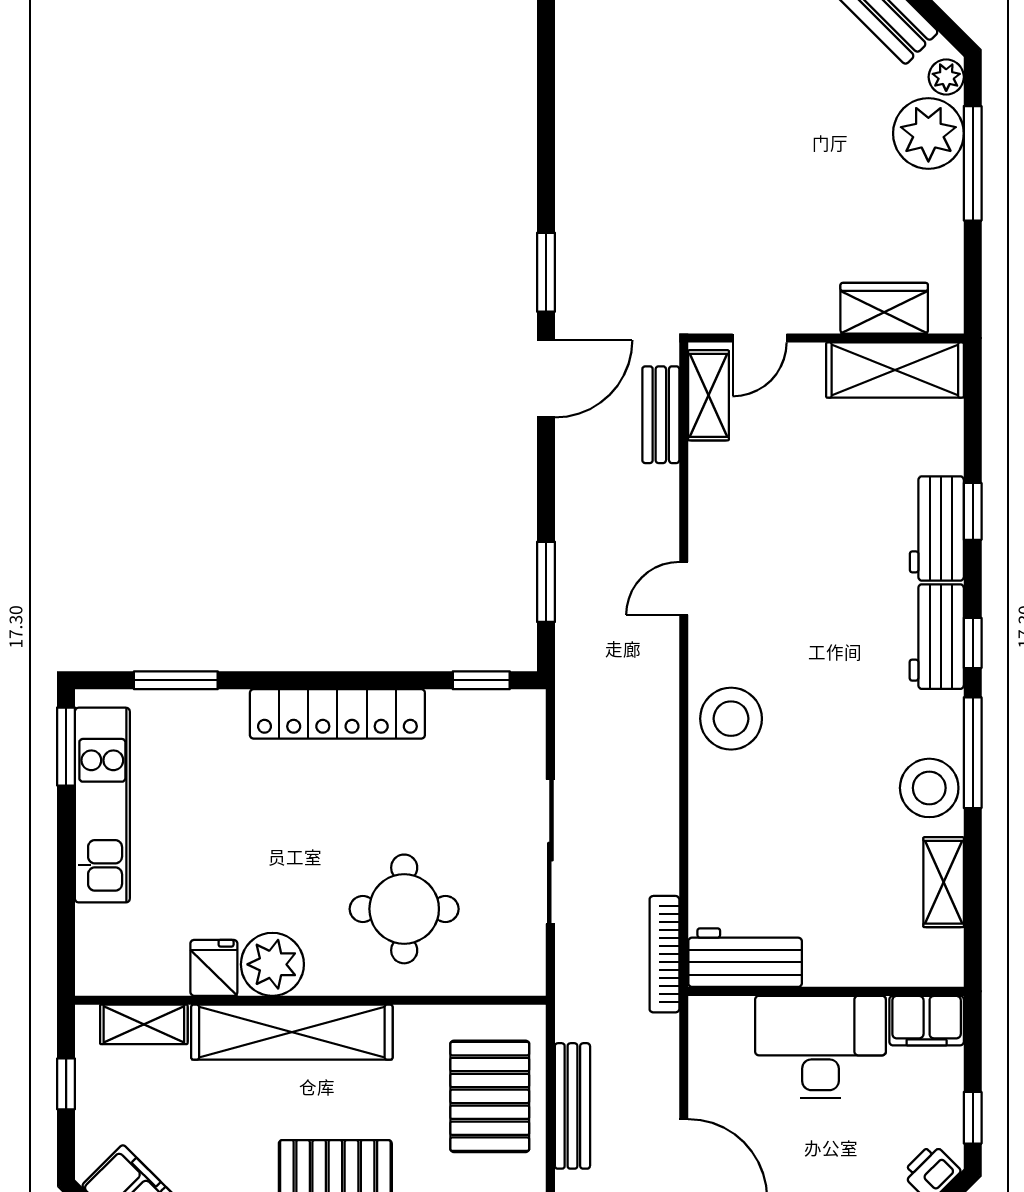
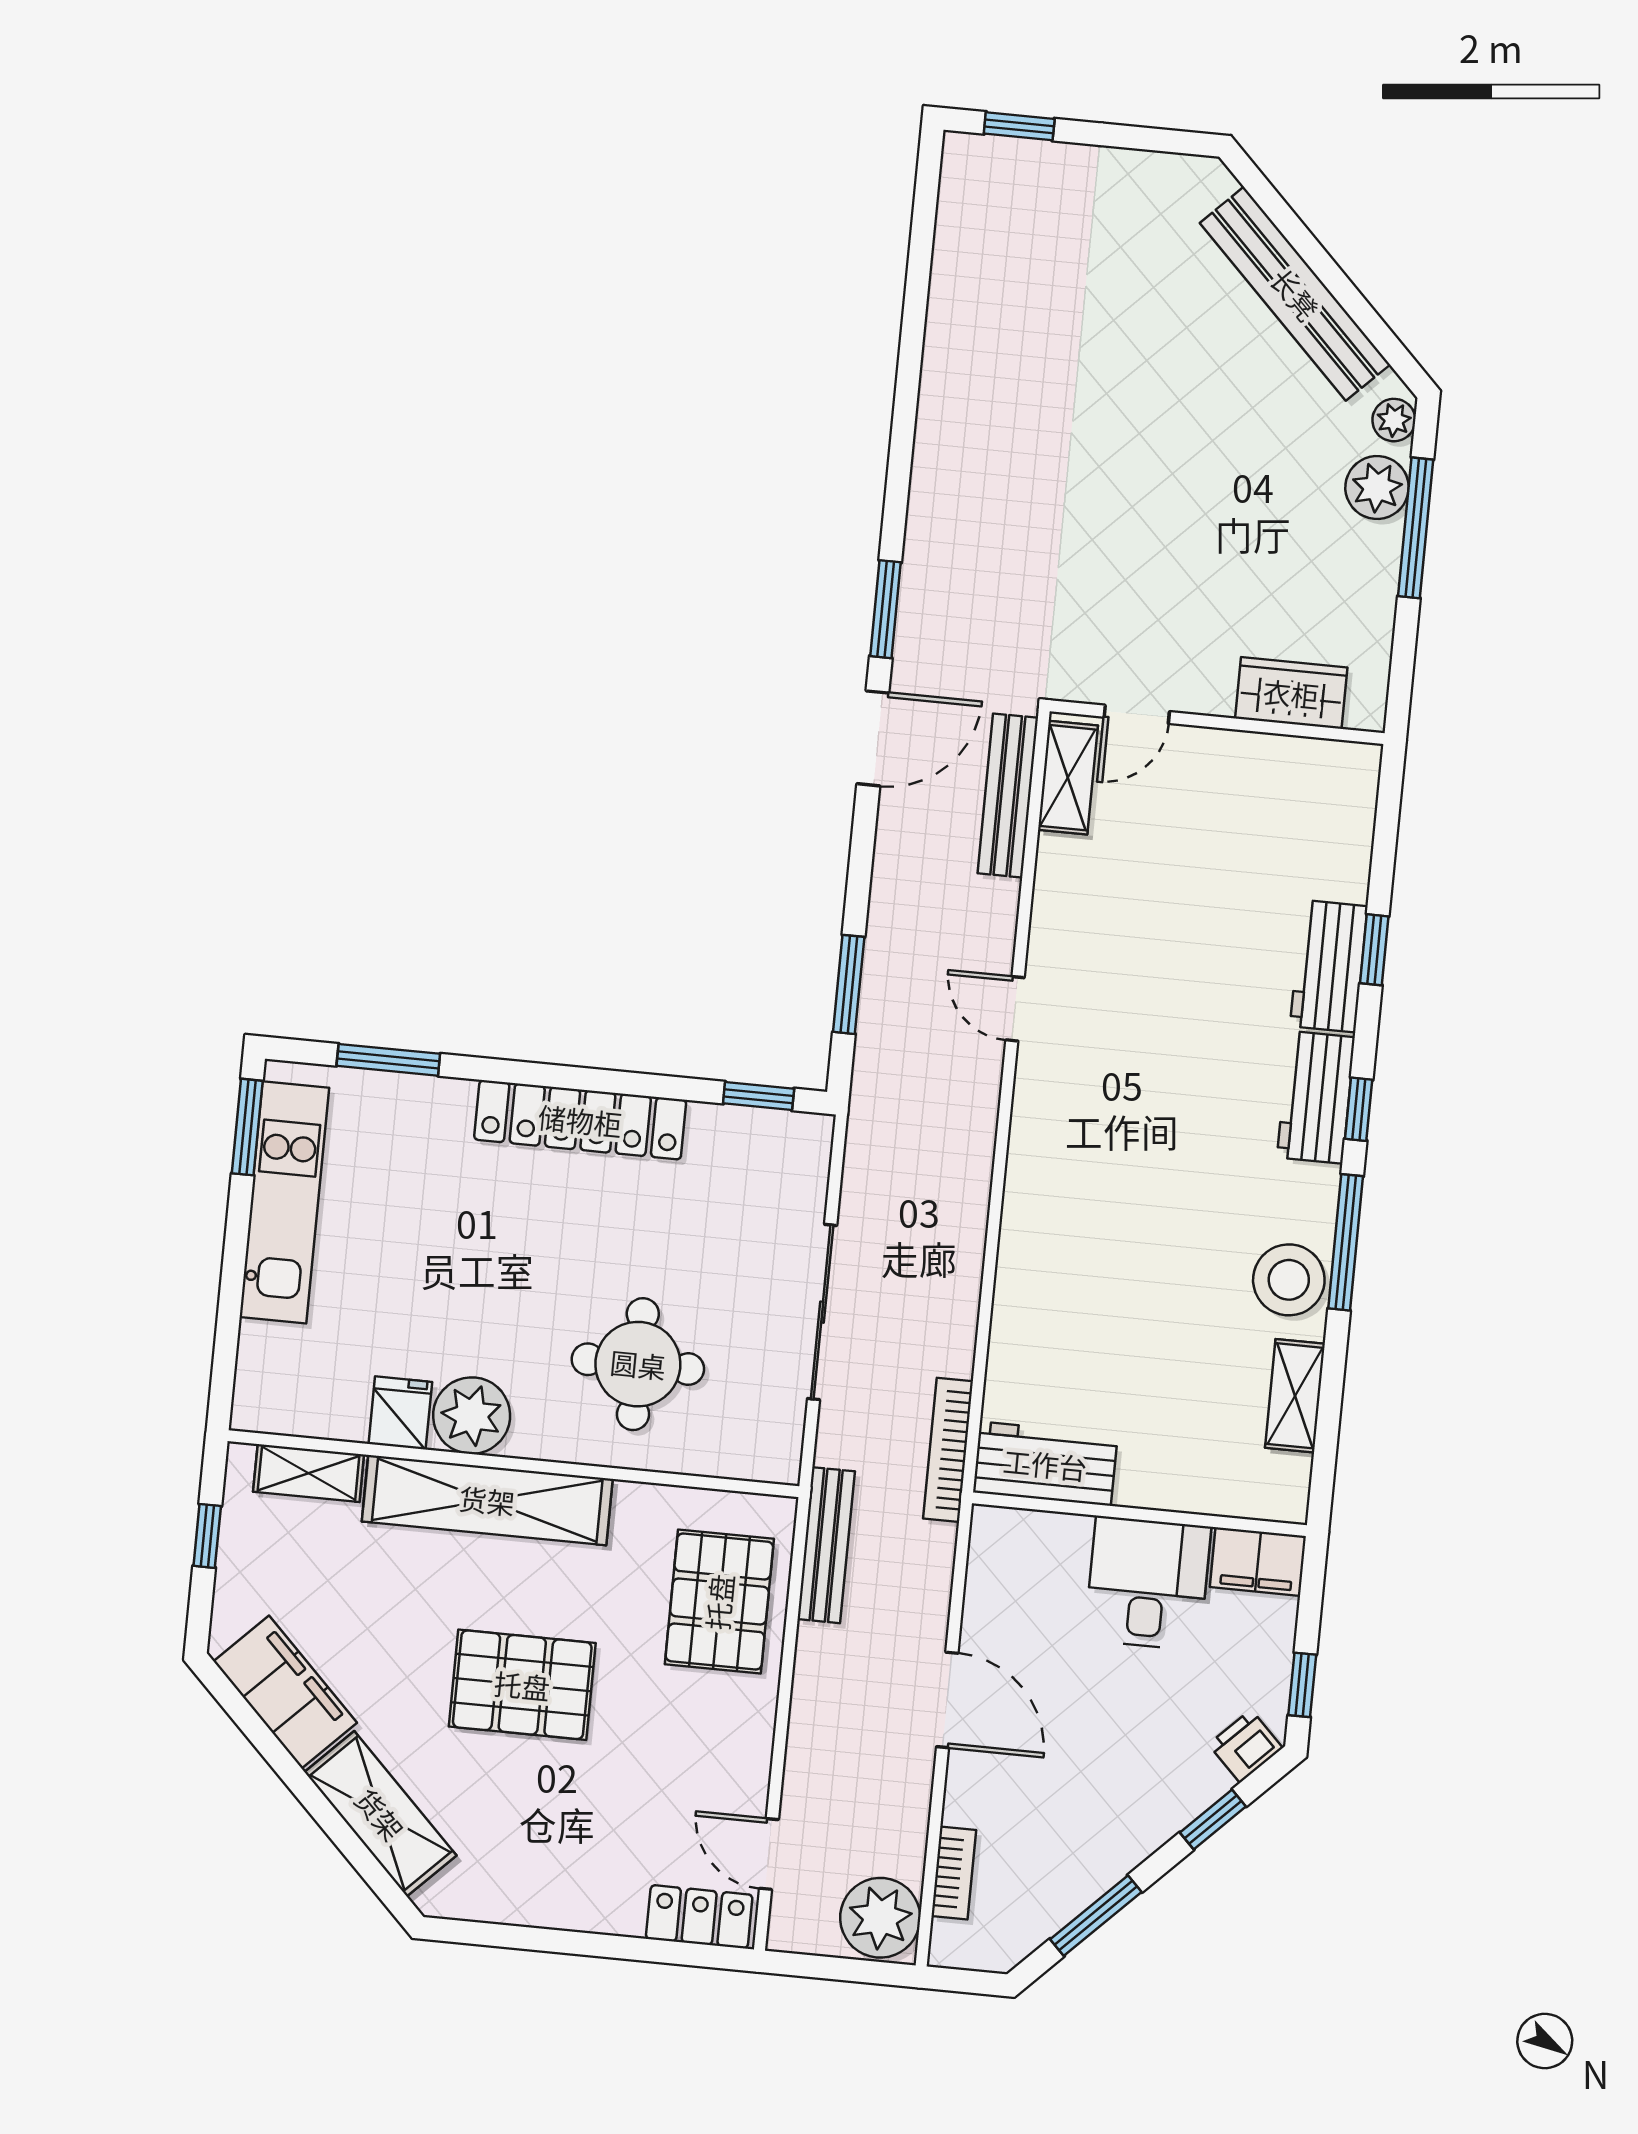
plant: (928, 133) -> (1377, 487), width x0.73, depth x0.73
shelving: (895, 370) -> (1297, 769), removed
bench: (661, 415) -> (1008, 796), width x1.36
door: (684, 588) -> (1015, 1009), hinge flipped
stool: (731, 719) -> (1057, 1172), removed
desk: (820, 1047) -> (1148, 1583), width x0.73
bench: (572, 1106) -> (826, 1545), moved

